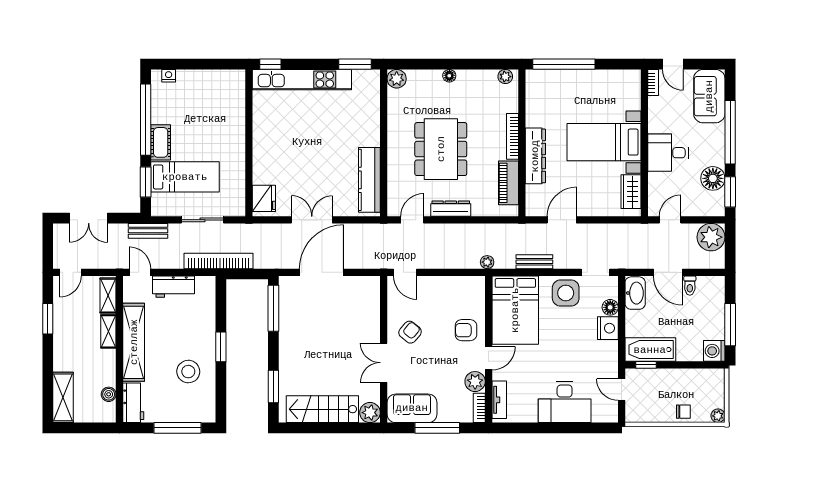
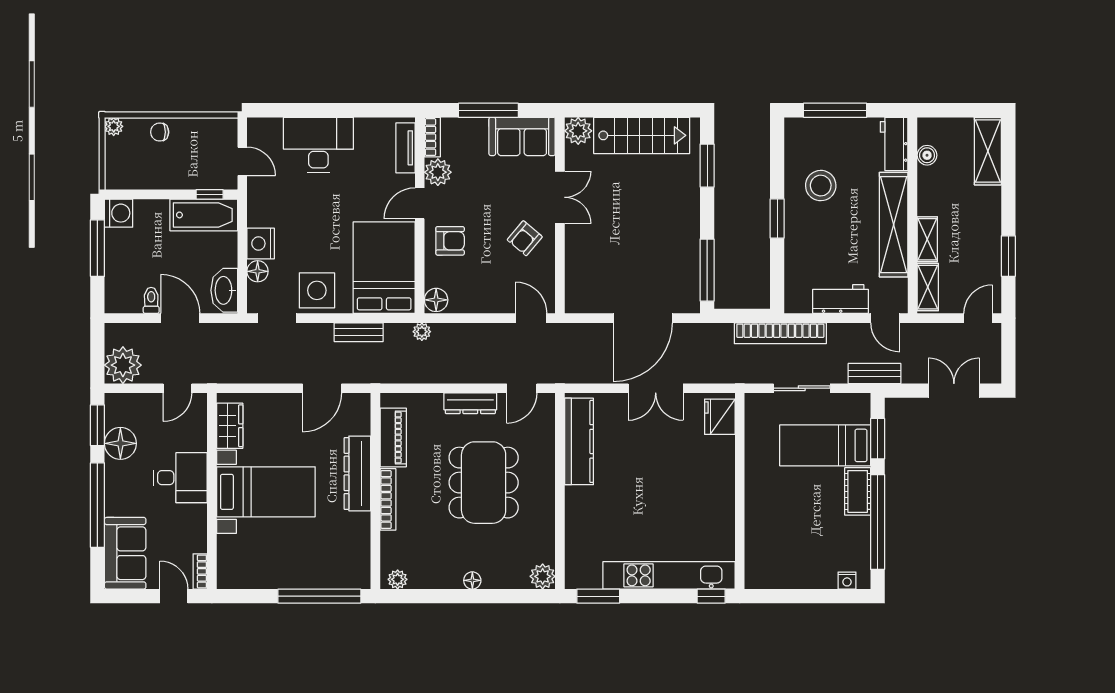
floor lamp: (476, 286) -> (436, 300), added

